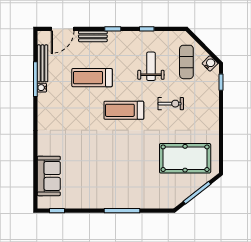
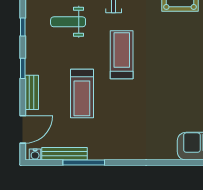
door: (63, 29) -> (23, 129), hinge flipped
water cooler: (42, 88) -> (35, 155), moved
treadmill: (124, 110) -> (122, 55), turned 180

